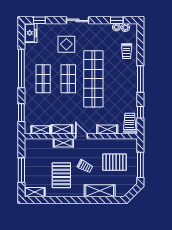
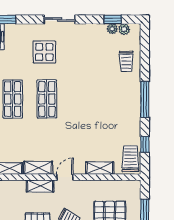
shop shelf: (93, 79) -> (81, 99), removed
door: (82, 136) -> (65, 177), hinge flipped

